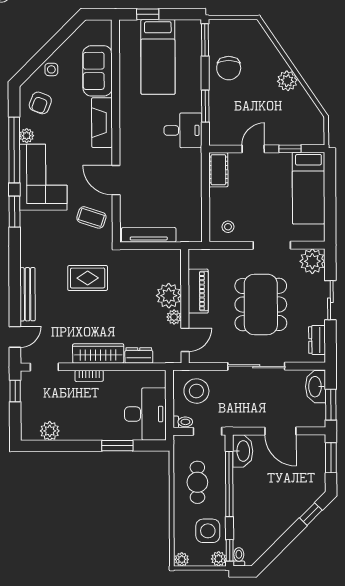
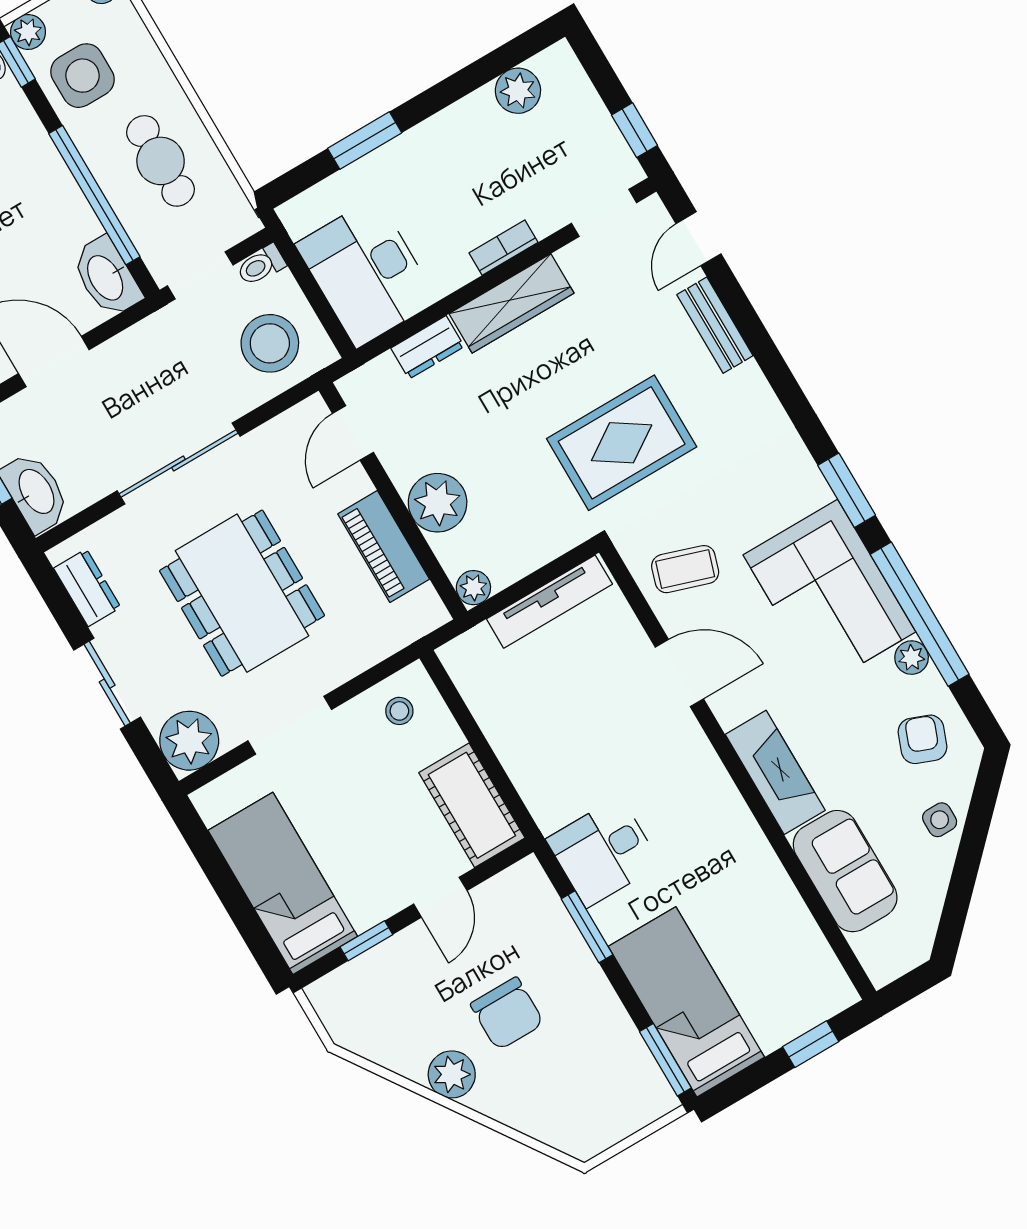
bed: (158, 57) -> (686, 1002), moved
chair: (229, 68) -> (507, 1014), moved, turned 180
cot: (218, 170) -> (472, 805), width x1.37, depth x1.34
rug: (88, 278) -> (622, 443), width x1.36, depth x1.43
bench: (27, 294) -> (715, 325), width x0.73
plant: (174, 317) -> (473, 588), moved
desk: (145, 414) -> (366, 272), moved

